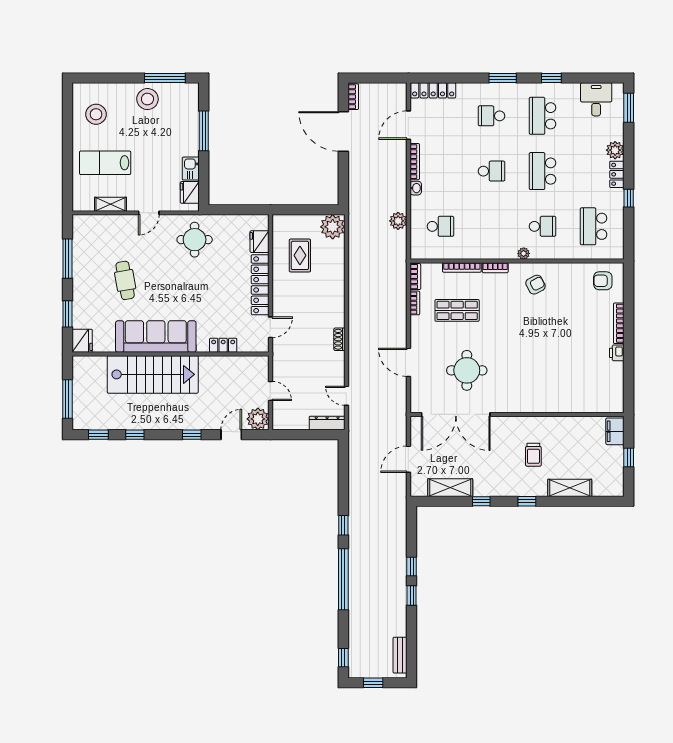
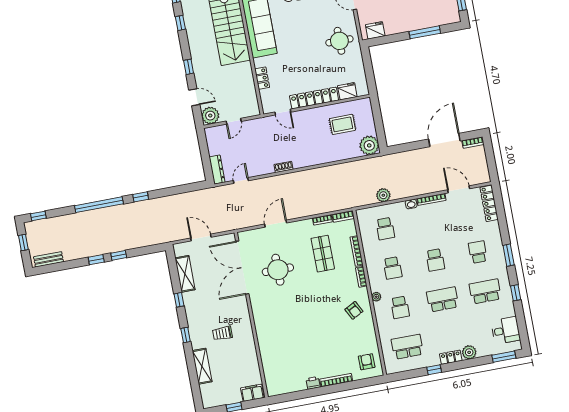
kitchen sink: (191, 169) -> (394, 28), removed
school desk: (491, 226) -> (393, 268), added

